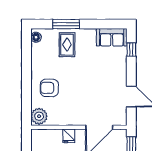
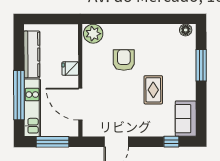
rug: (67, 45) -> (153, 90), moved, turned 90
armchair: (49, 88) -> (124, 60), moved

